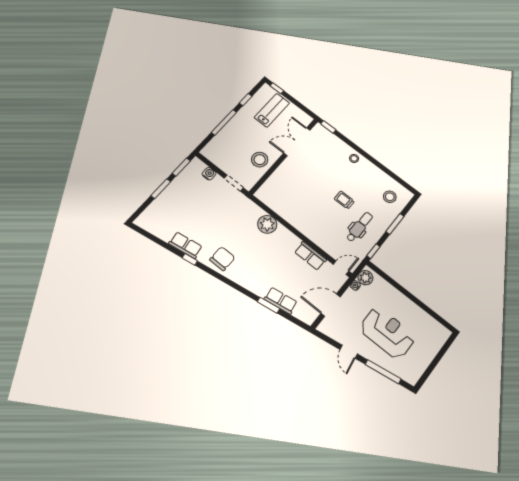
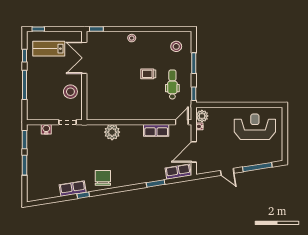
lab bench: (272, 110) -> (49, 49), turned -90
row of seats: (281, 301) -> (178, 172), moved
reception desk: (387, 333) -> (255, 127), moved

